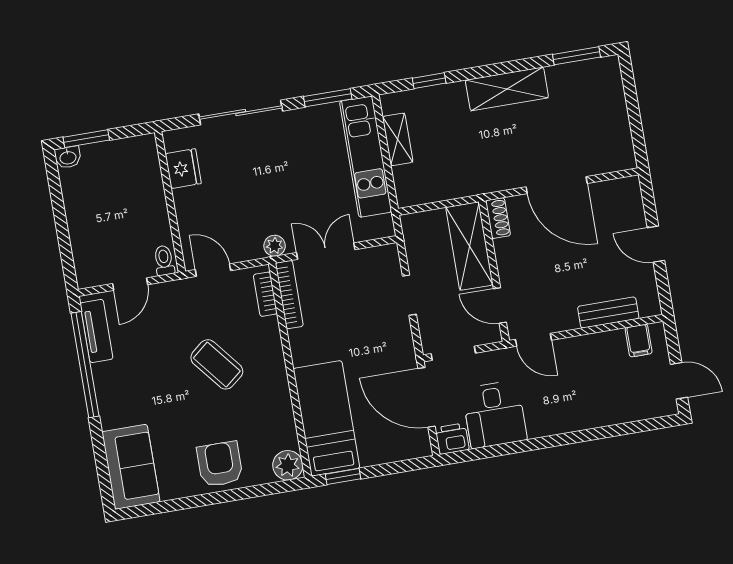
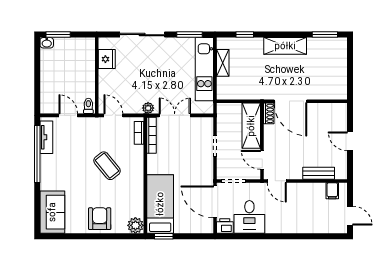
door: (557, 185) -> (291, 101), moved
door: (130, 284) -> (68, 115), swing flipped

